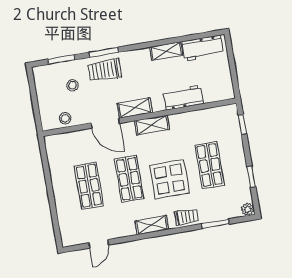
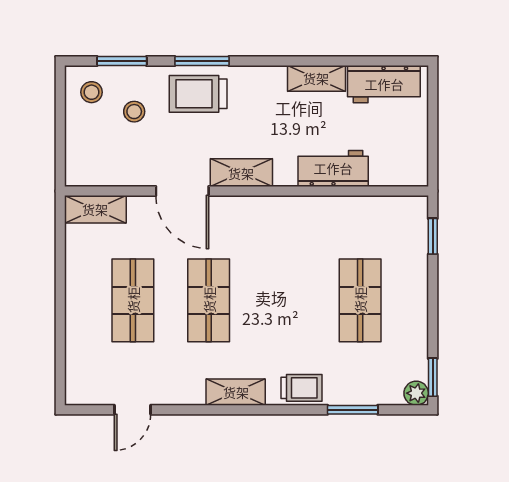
stool: (65, 118) -> (92, 92), moved
shelving: (152, 125) -> (95, 209), moved
window: (251, 177) -> (433, 377), moved
display table: (169, 179) -> (282, 313), removed

